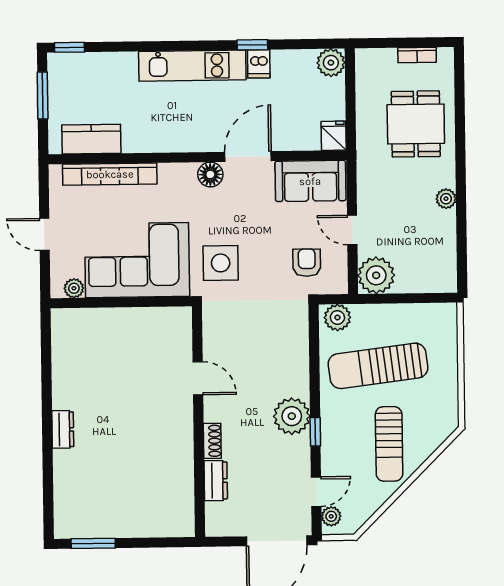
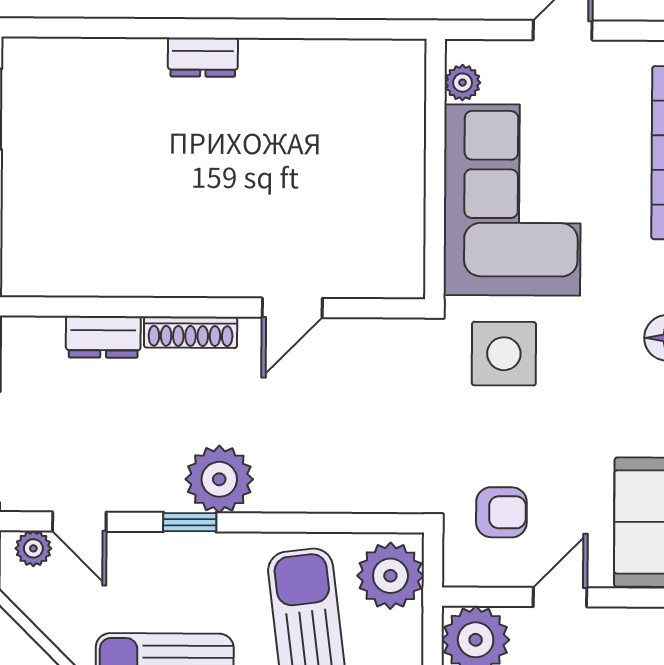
plant: (337, 317) -> (390, 576), width x1.36, depth x1.36
shoe rack: (212, 441) -> (191, 332), width x1.43

